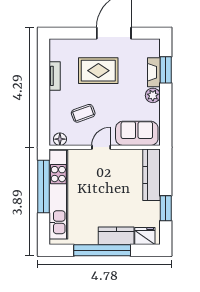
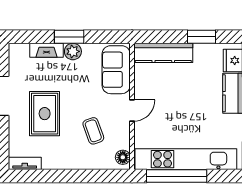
window: (166, 70) -> (69, 37), moved
tv unit: (55, 76) -> (25, 163), moved
door: (101, 147) -> (132, 111), swing flipped

